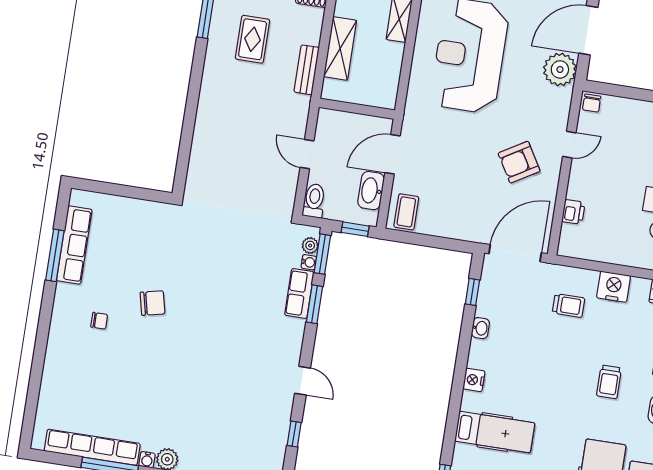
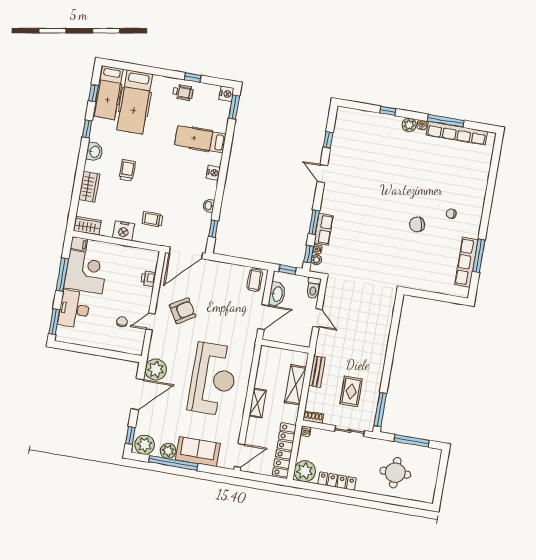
chair: (592, 103) -> (122, 322), moved
window: (322, 254) -> (309, 254), width x0.67

